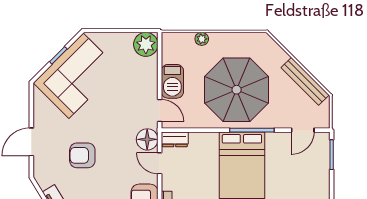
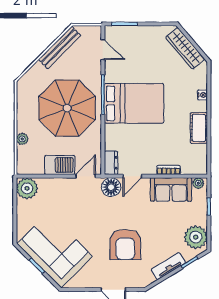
armchair: (82, 155) -> (125, 245), width x1.36, depth x1.36

